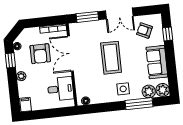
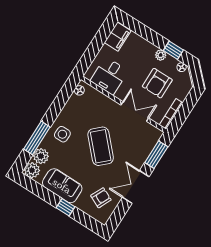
window: (168, 34) -> (65, 207), moved
armchair: (40, 54) -> (157, 83), turned -90
double door: (70, 54) -> (135, 111), width x0.73
coffee table: (111, 58) -> (101, 146), turned 47
plant: (21, 76) -> (161, 55), moved
filing cabinet: (25, 104) -> (118, 37), width x2.00

